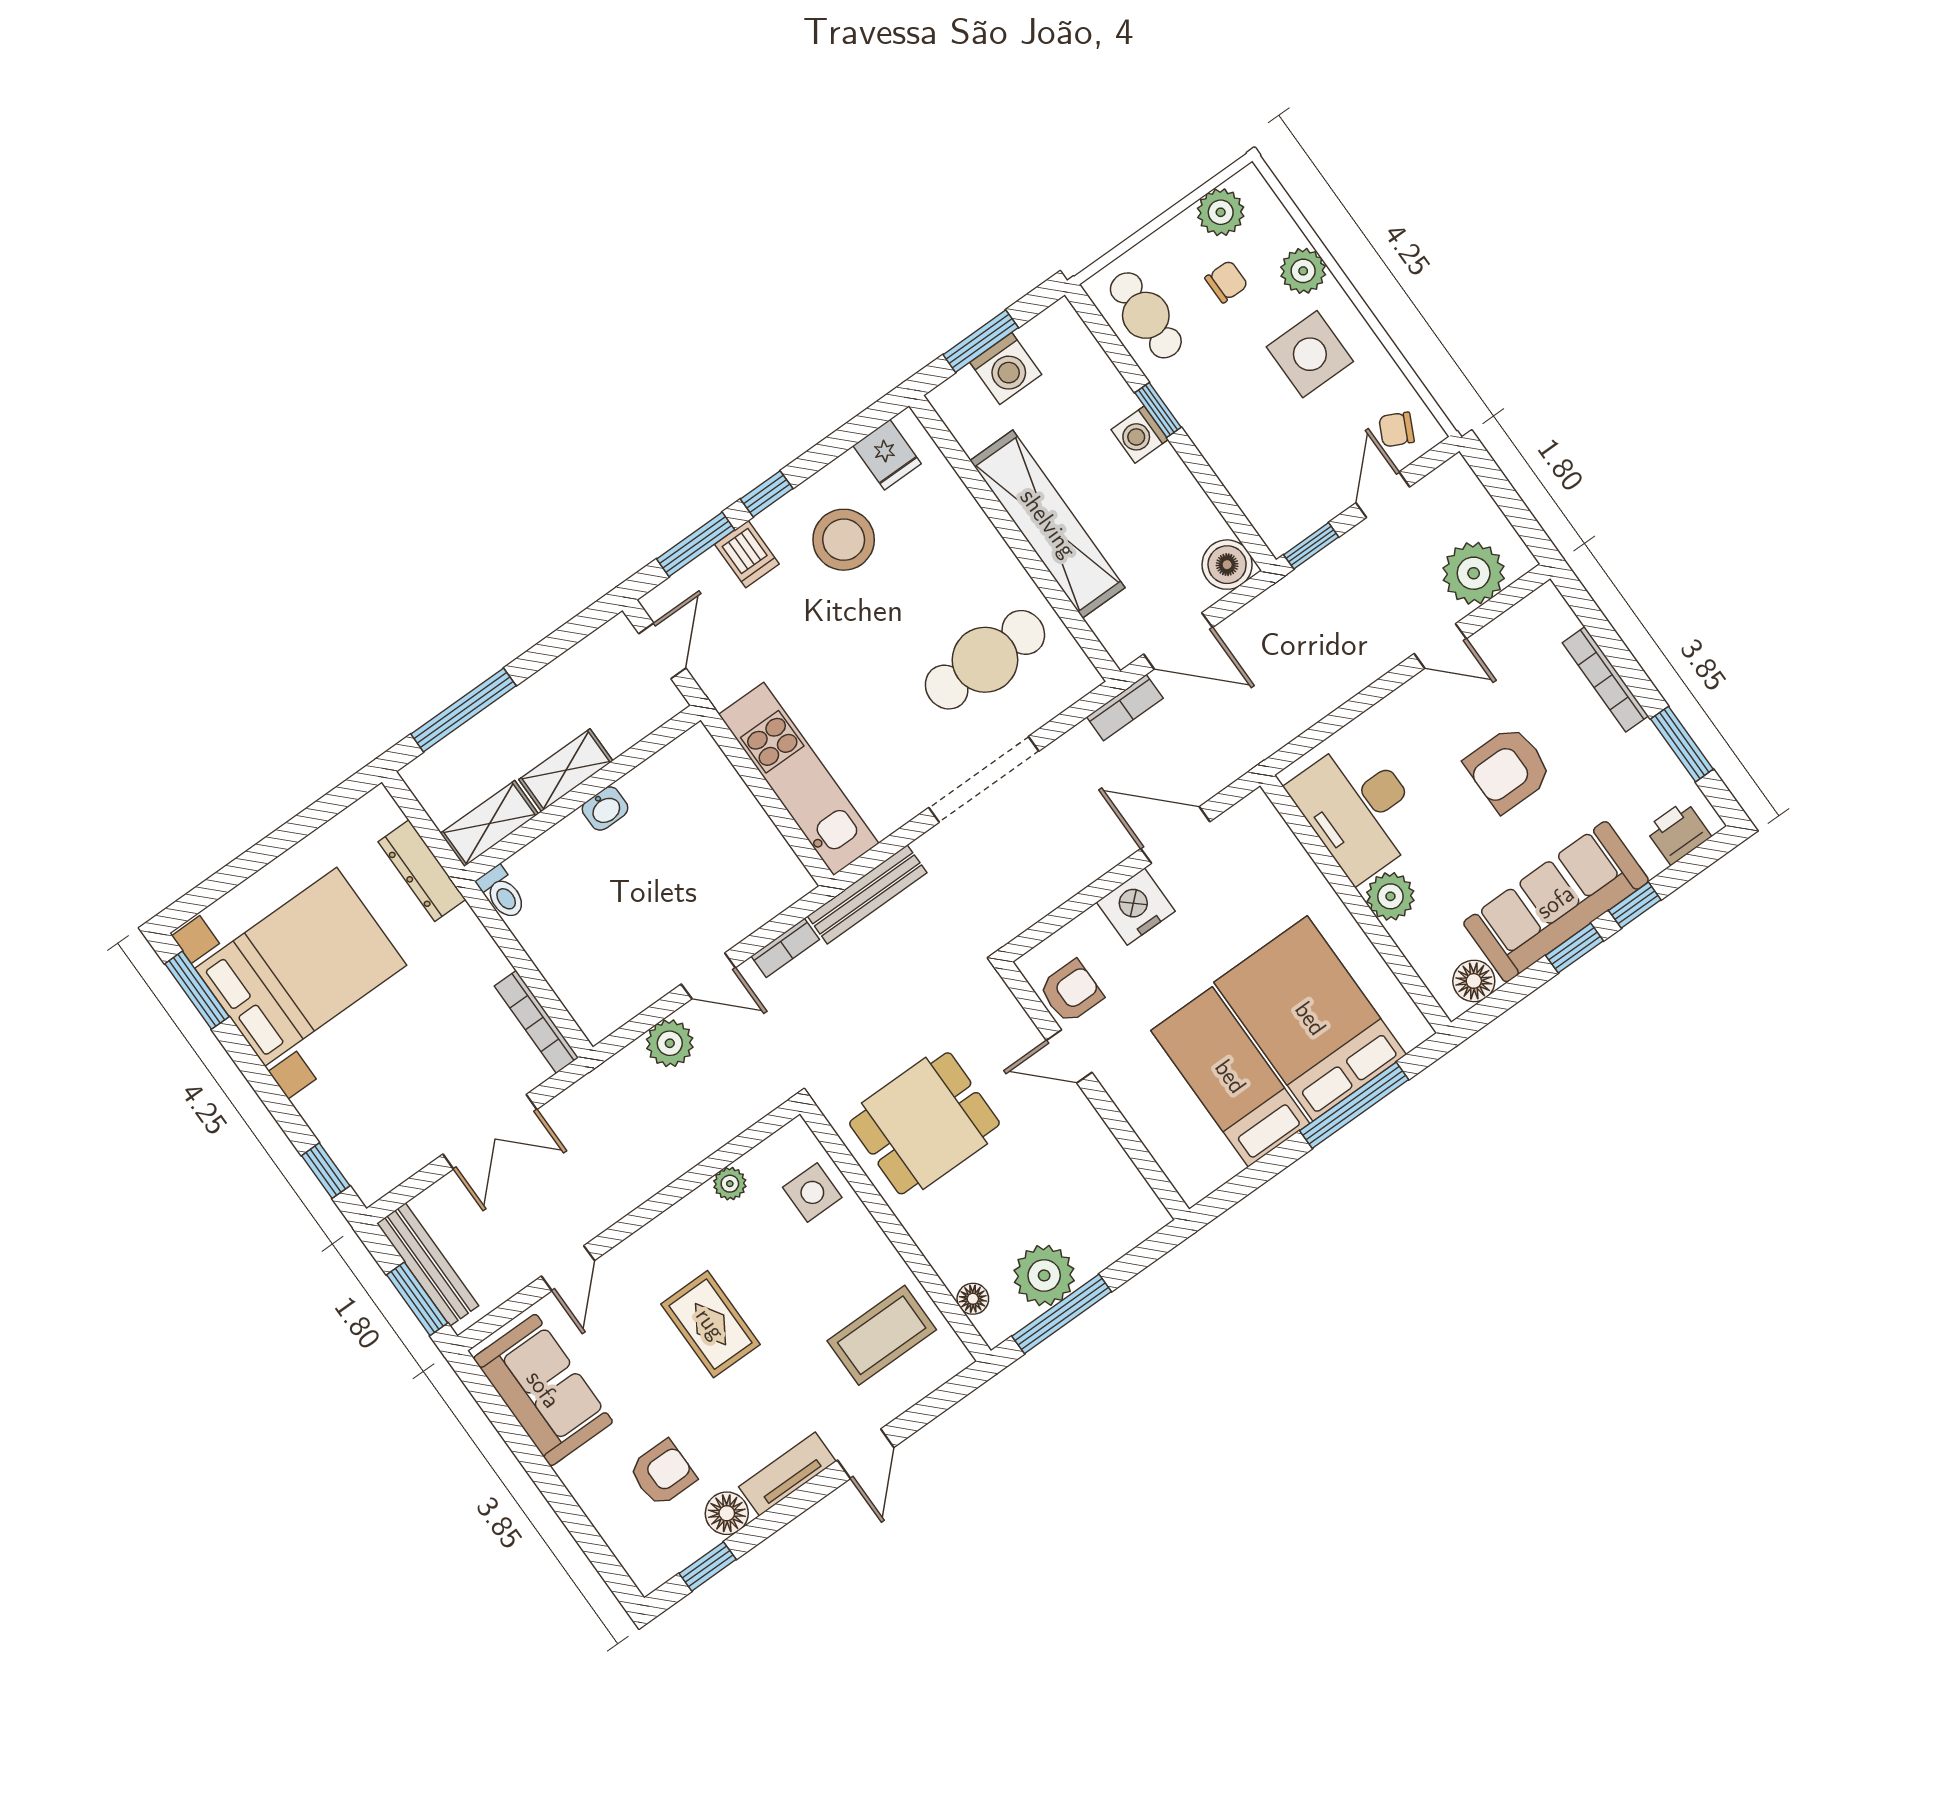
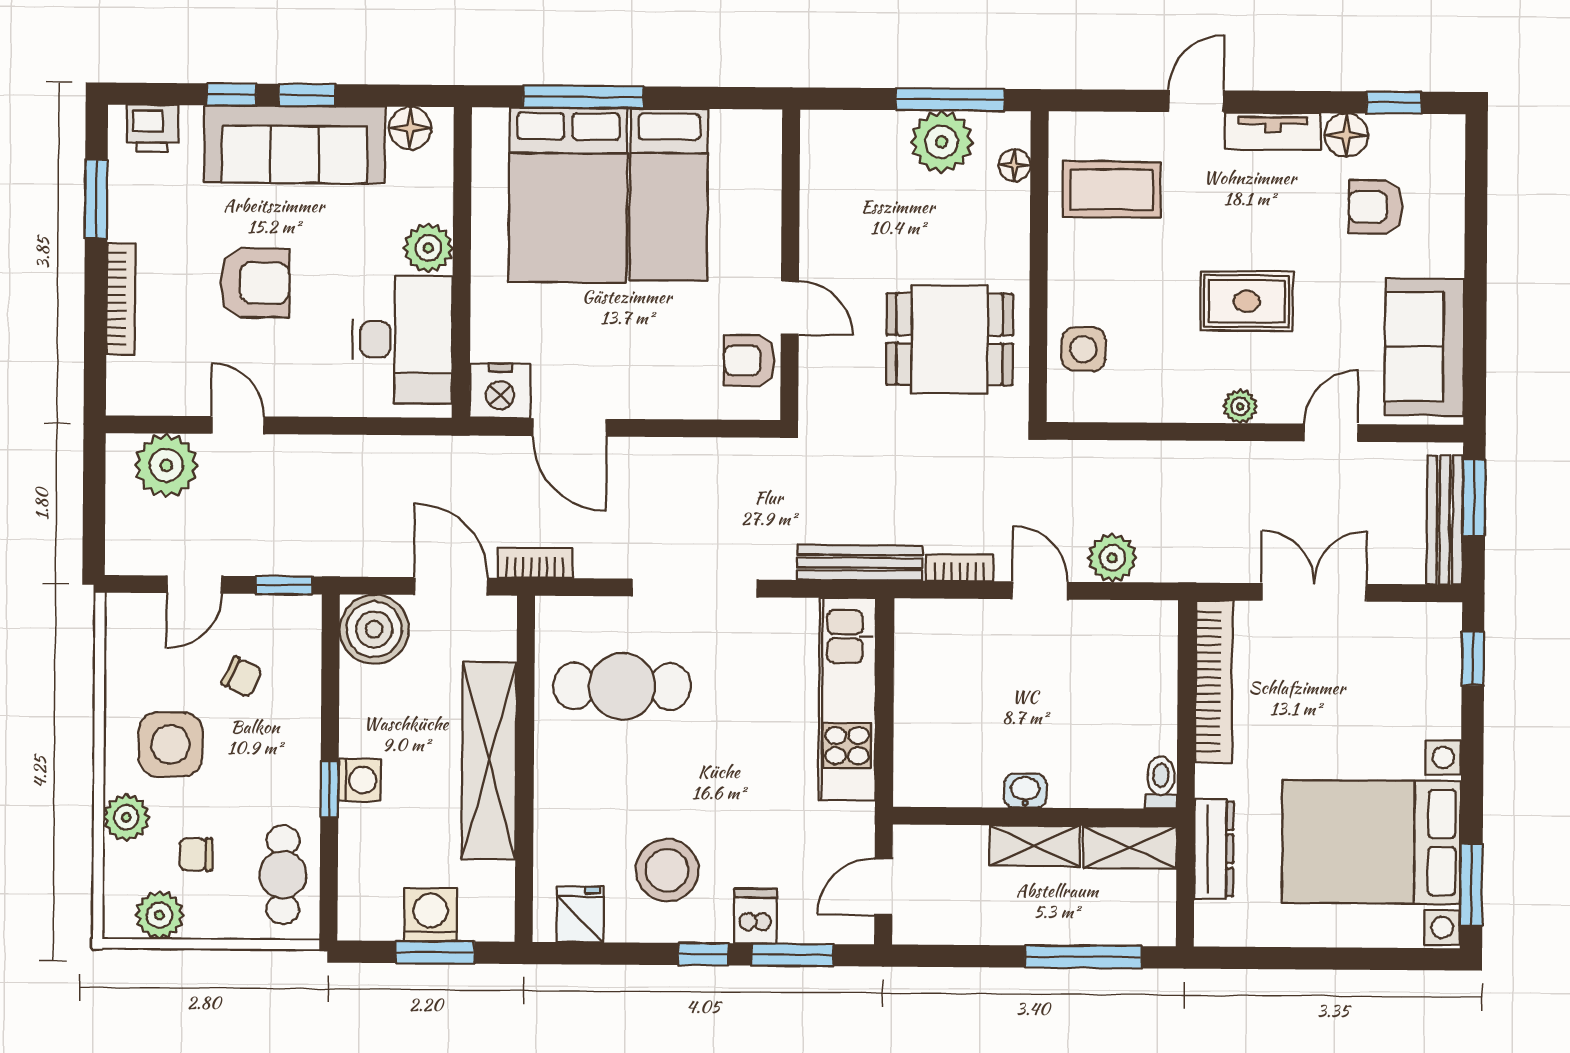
chair: (1396, 429) -> (242, 677), moved
boiler: (1227, 565) -> (374, 629), width x1.37, depth x1.37
nightstand: (1136, 907) -> (500, 391), moved
bookcase: (536, 1022) -> (1214, 682), width x1.48, depth x1.31
plant: (730, 1184) -> (1240, 406), moved
rug: (710, 1324) -> (1247, 301), turned 90

